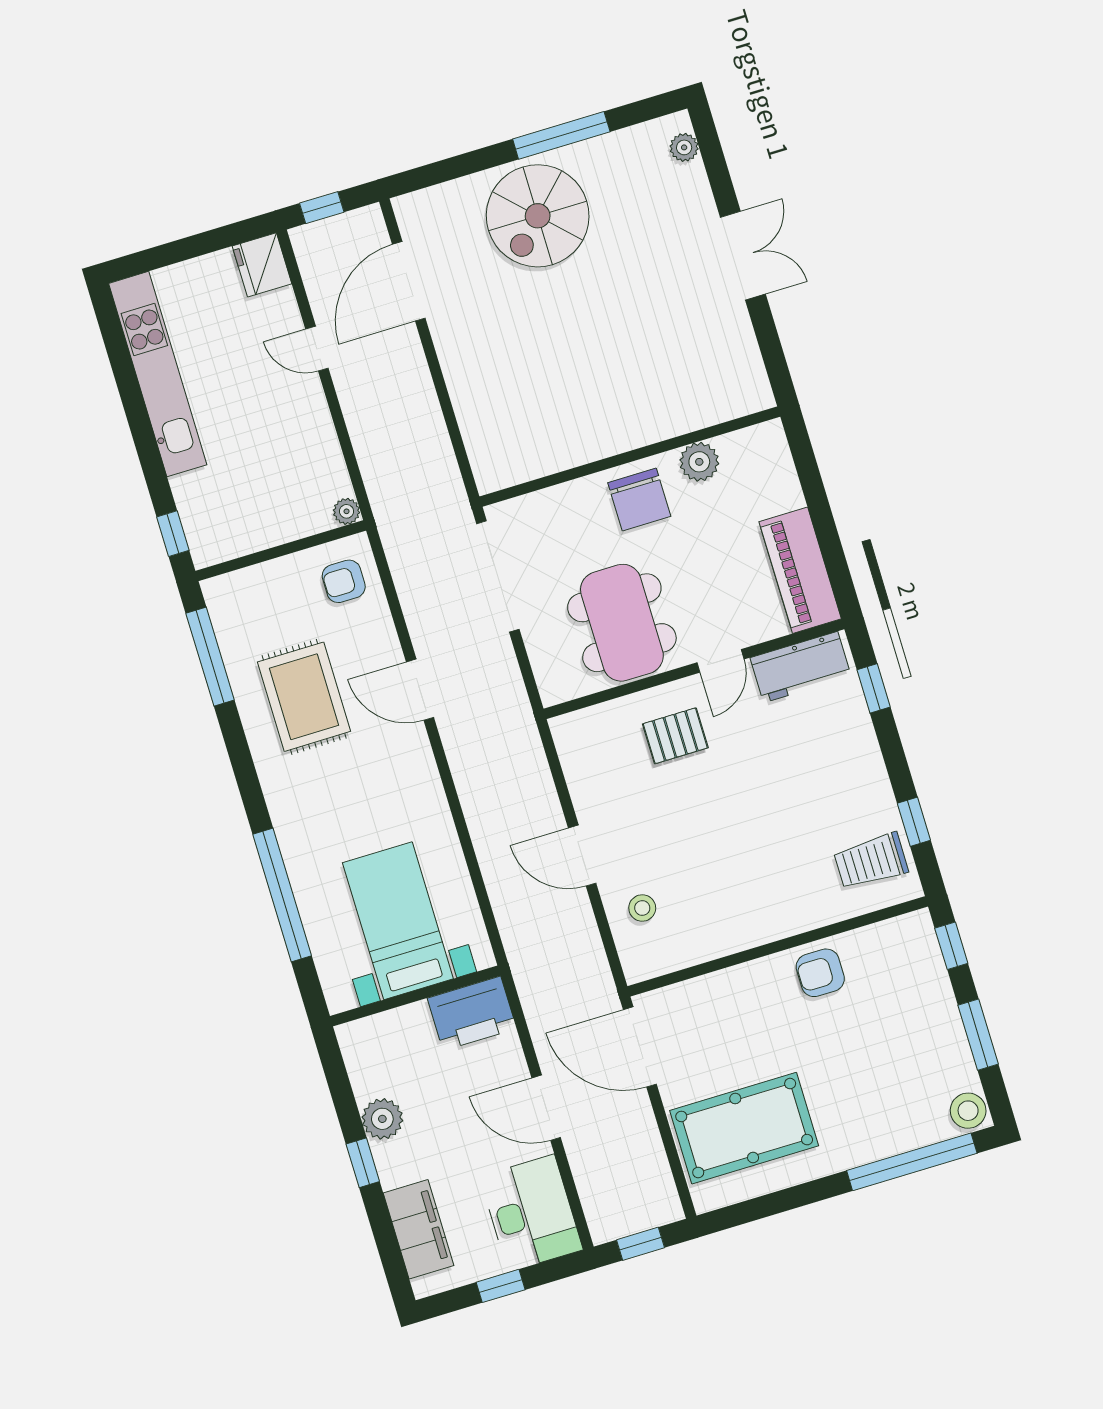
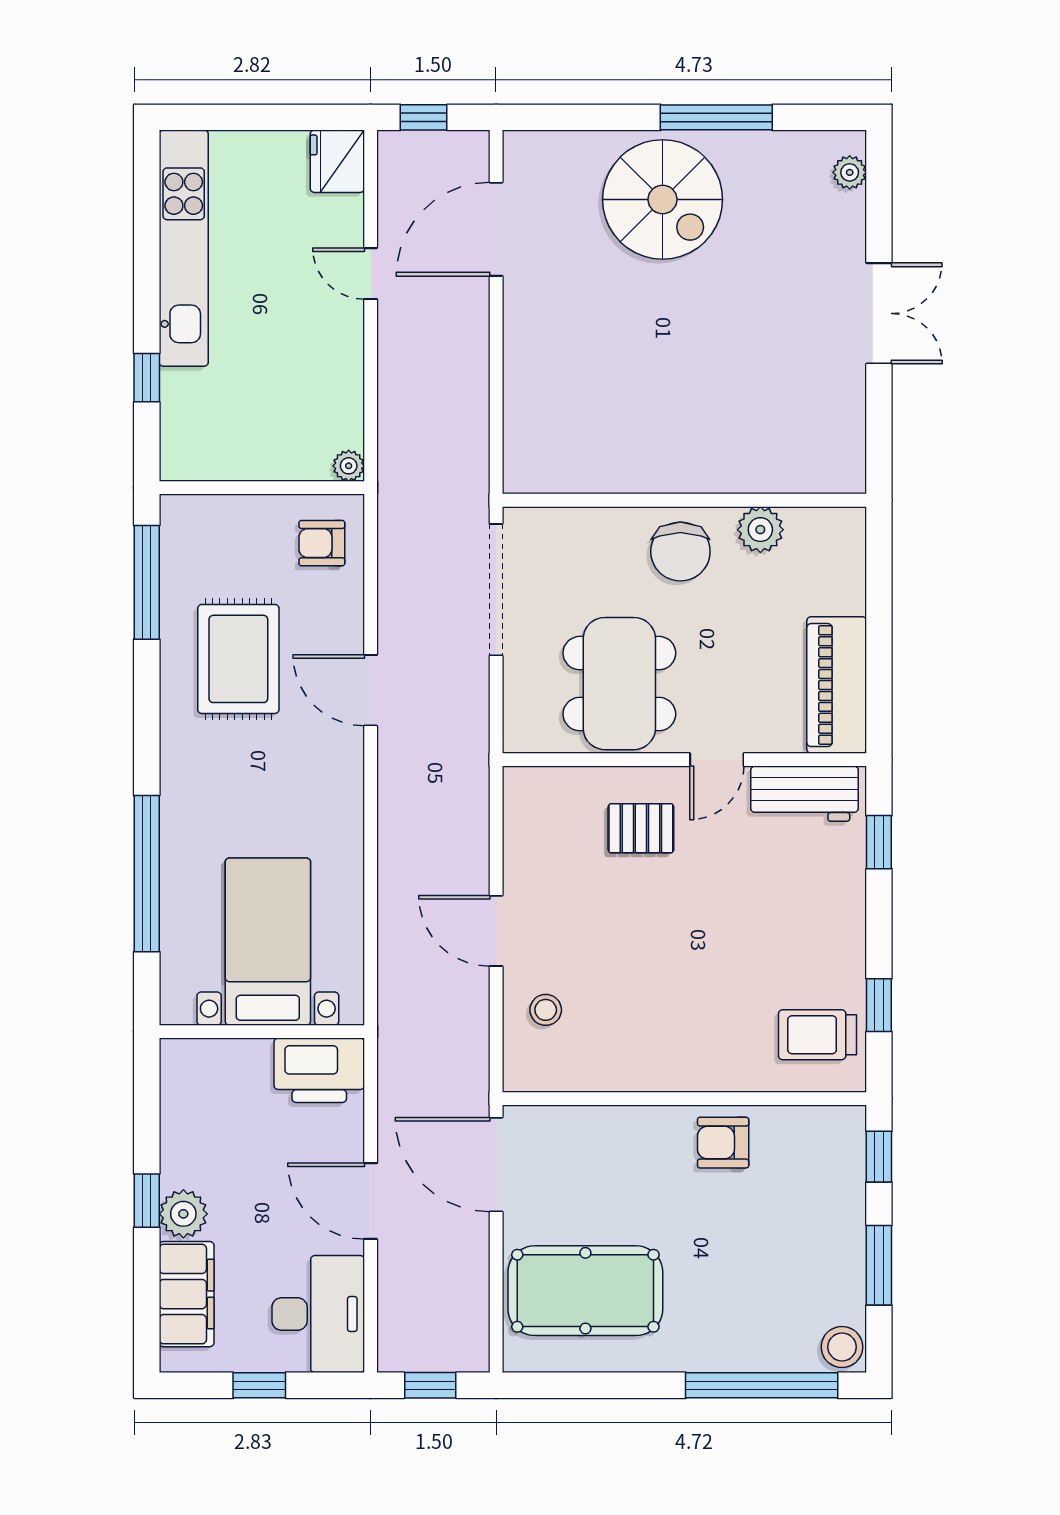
spiral stairs: (538, 216) -> (663, 199), turned -90
window: (173, 534) -> (147, 378), moved
plant: (382, 1119) -> (183, 1214), moved

